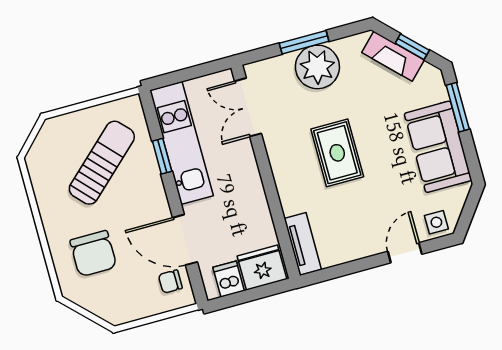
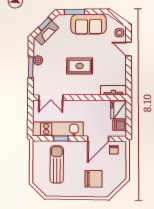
plant: (317, 67) -> (38, 60), width x0.53, depth x0.53
sun lounger: (102, 163) -> (57, 164), turned 43

